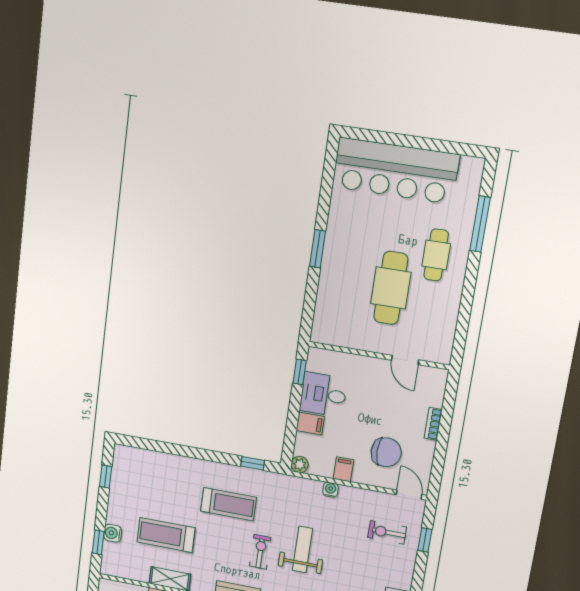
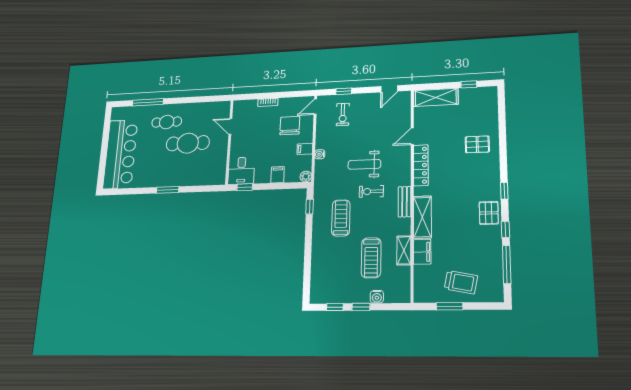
door: (405, 360) -> (230, 126), swing flipped
desk: (323, 394) -> (241, 171), moved
window: (98, 542) -> (361, 307), moved

